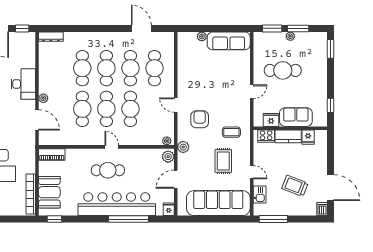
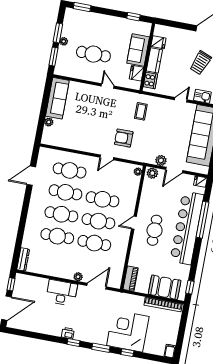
cafe table: (283, 70) -> (93, 54), turned 90
plant: (183, 147) -> (161, 160), moved
rug: (223, 161) -> (166, 124), removed
door: (176, 179) -> (174, 170), hinge flipped

